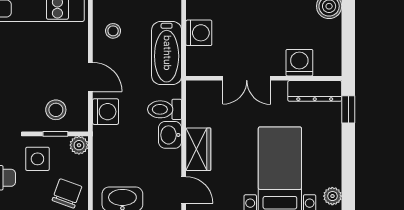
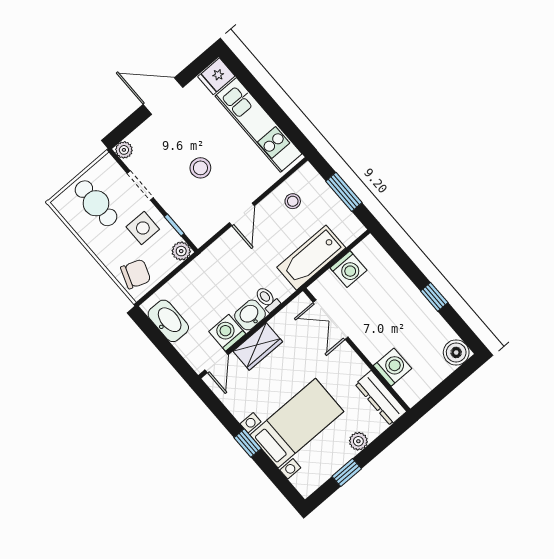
double door: (247, 78) -> (331, 320), moved
toilet: (165, 109) -> (267, 299), width x0.73, depth x0.72
window: (348, 109) -> (347, 472), moved
stool: (56, 110) -> (200, 168), moved
washing machine: (105, 112) -> (227, 333), moved, turned 180
plant: (332, 196) -> (358, 441), moved

